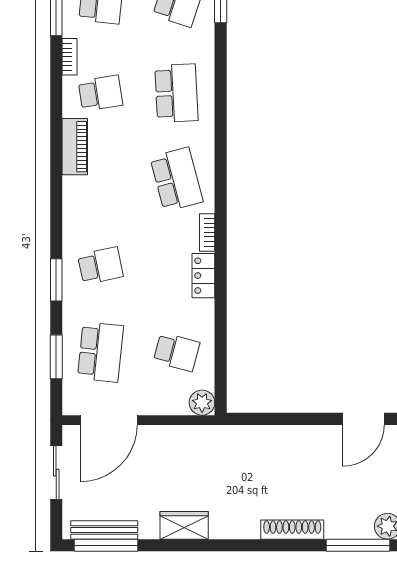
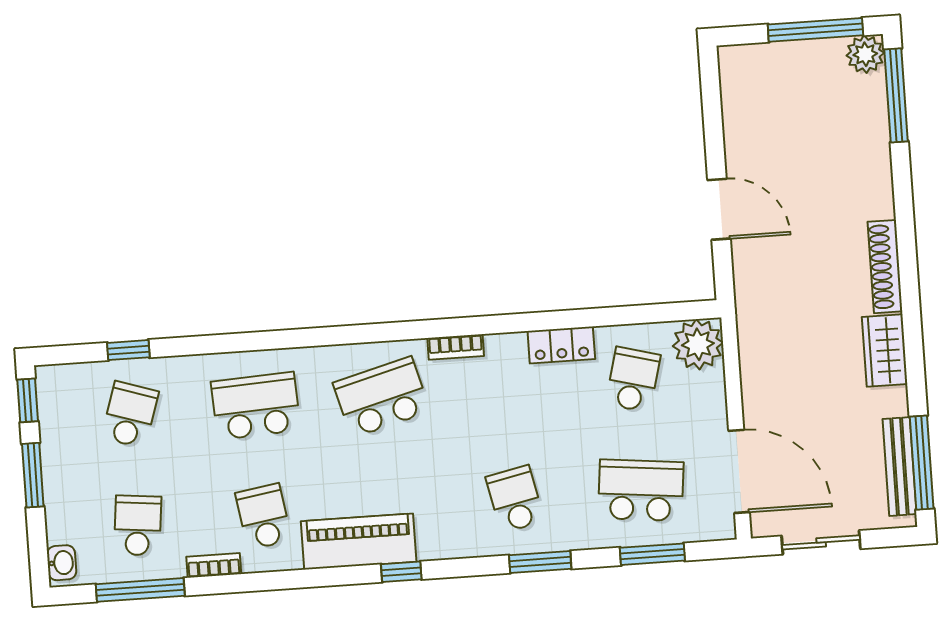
piano: (75, 147) -> (359, 542), width x1.37, depth x1.33
window: (56, 185) -> (401, 572), added
locker: (203, 276) -> (561, 345), moved
plant: (202, 403) -> (698, 344), width x1.36, depth x1.36
door: (363, 419) -> (719, 209), moved
shoe rack: (292, 530) -> (885, 267), moved

